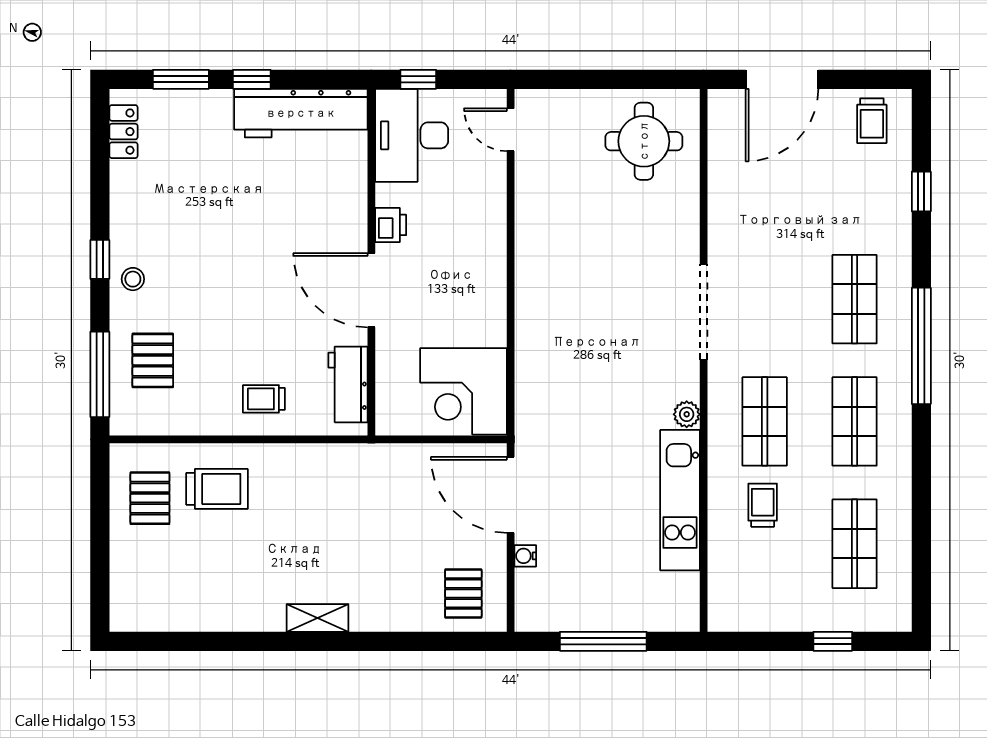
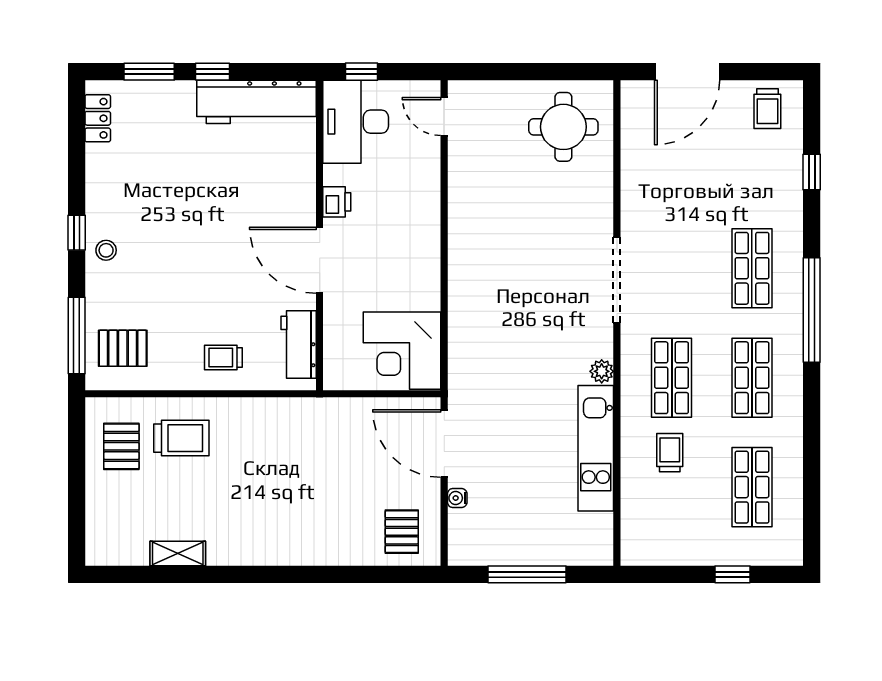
pallet: (153, 360) -> (123, 348), moved, turned 90
shelving: (317, 618) -> (178, 554), moved

